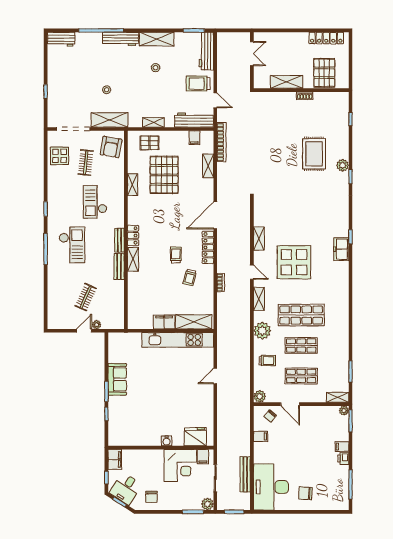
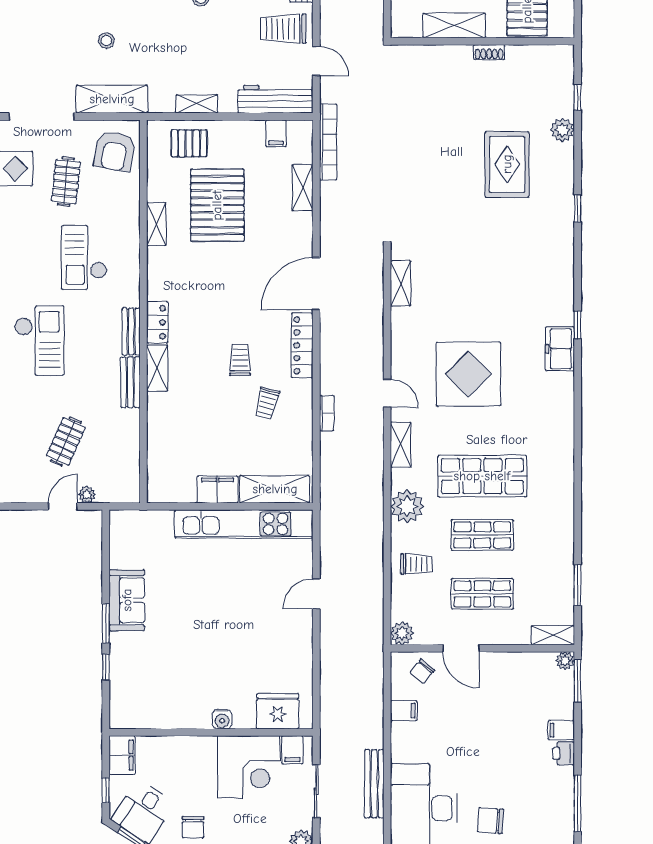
plant: (343, 165) -> (562, 130), moved
shelving: (259, 239) -> (401, 283), moved

